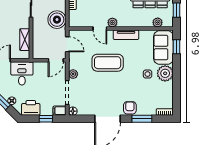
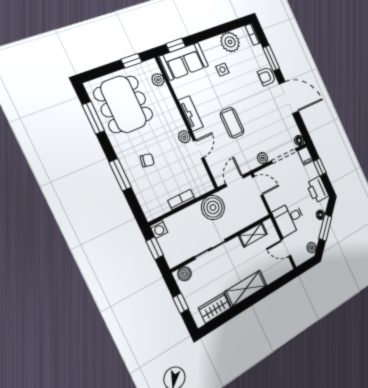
coffee table: (108, 63) -> (232, 123), width x0.73, depth x0.76
plant: (165, 73) -> (230, 42), moved

